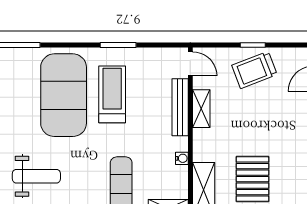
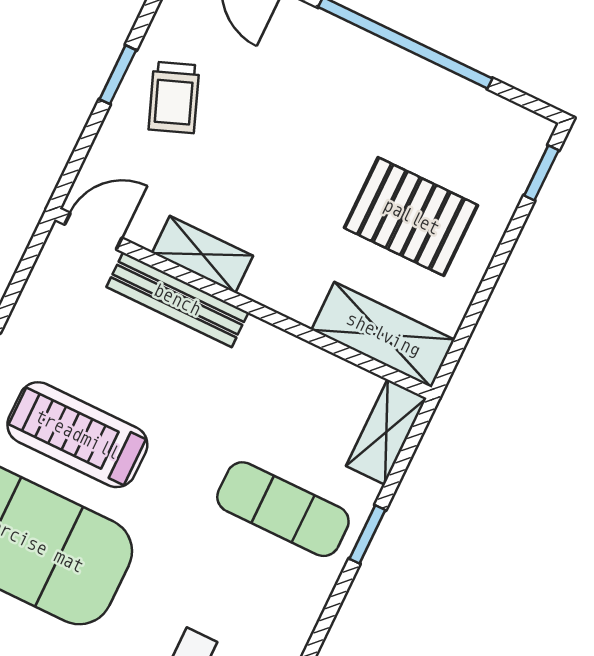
trolley: (254, 70) -> (174, 97), width x0.73, depth x0.72
water cooler: (182, 158) -> (291, 350), removed

